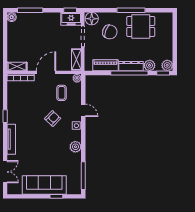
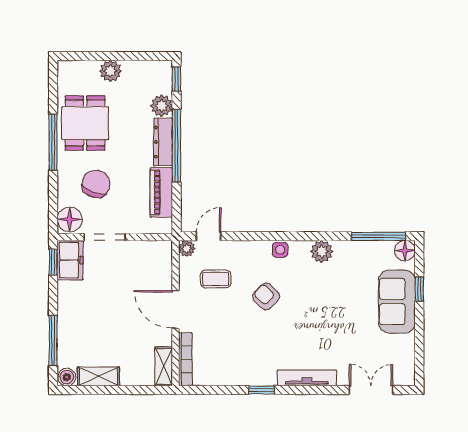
shelving: (76, 59) -> (98, 376), moved
plant: (167, 65) -> (110, 71), moved
door: (83, 110) -> (209, 236), moved
sofa: (44, 185) -> (397, 302), width x0.73
floor lamp: (76, 189) -> (405, 251), added

